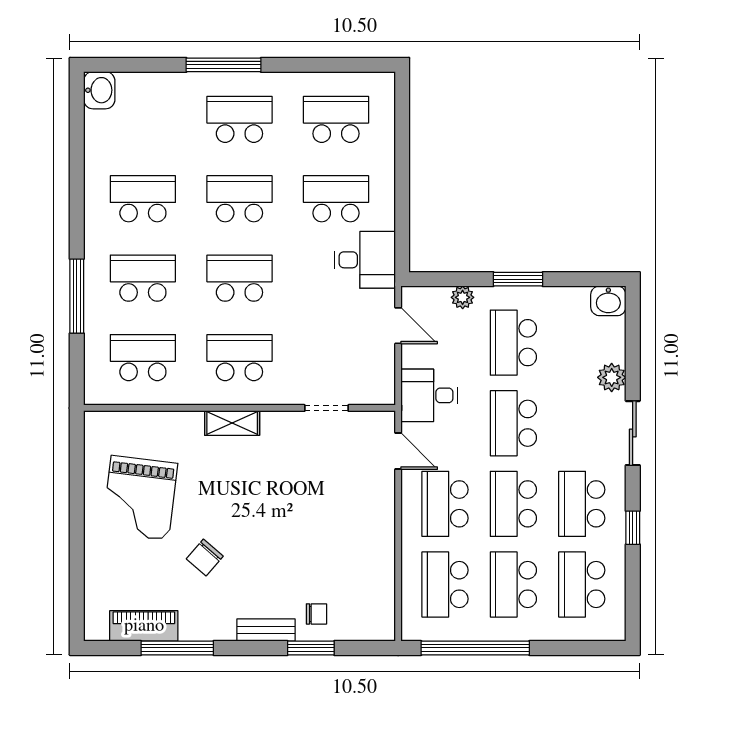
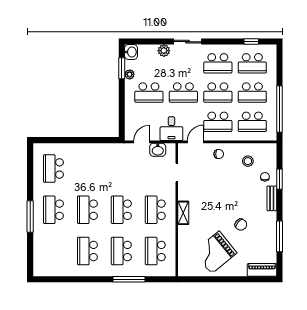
washbasin: (99, 90) -> (158, 150), moved, turned 180
school desk: (336, 199) -> (87, 168), removed
desk: (365, 260) -> (113, 156), removed
window: (518, 279) -> (122, 68), moved
plant: (463, 297) -> (130, 74), moved
grand piano: (140, 498) -> (215, 252), turned 134
chair: (370, 506) -> (219, 154), added
window: (633, 528) -> (251, 42), moved
stool: (353, 574) -> (248, 161), added
piano: (144, 626) -> (262, 270), moved, turned 90

